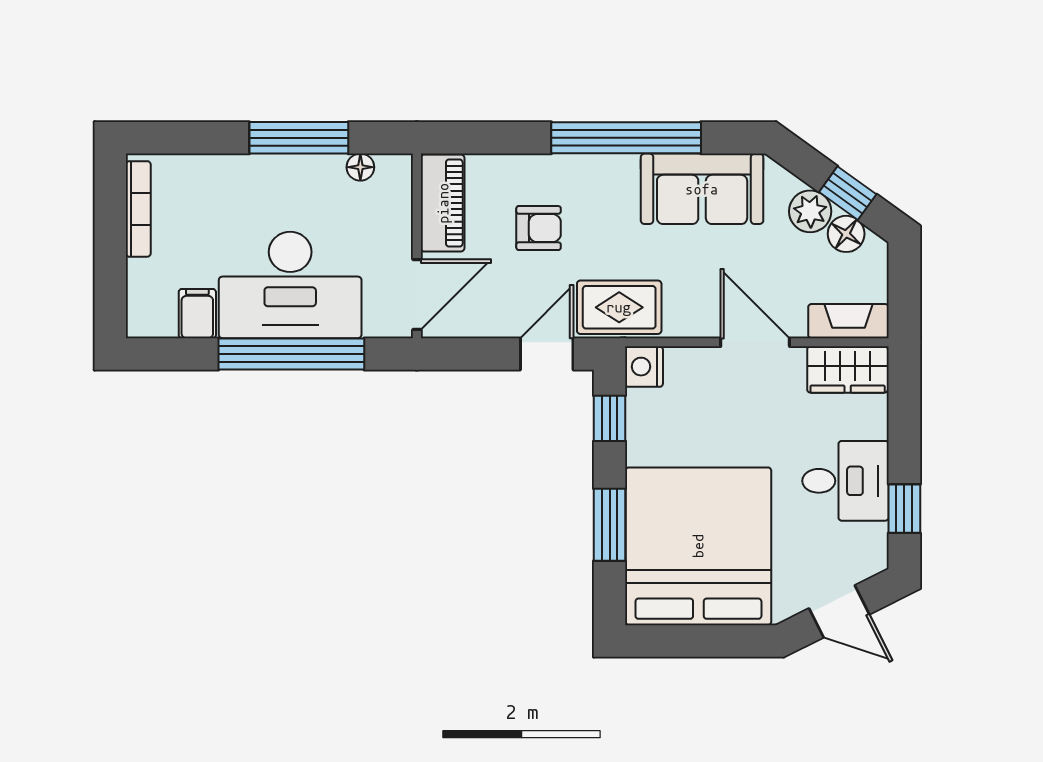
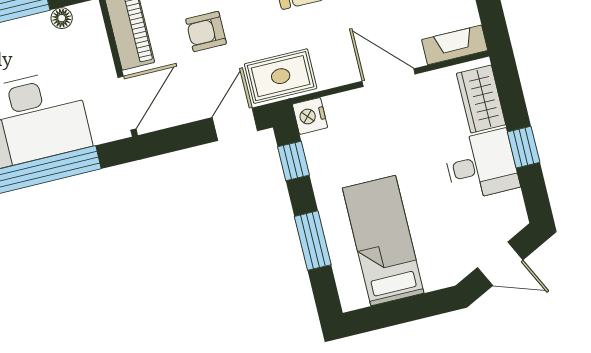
armchair: (539, 228) -> (206, 31), turned 180
wardrobe: (848, 369) -> (481, 99), moved, turned 90
window: (904, 509) -> (524, 147), moved
bed: (698, 546) -> (383, 241), width x0.49

